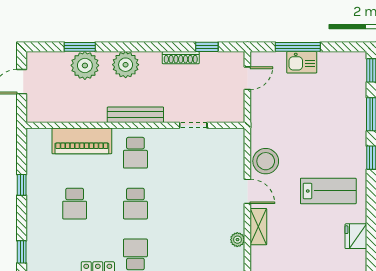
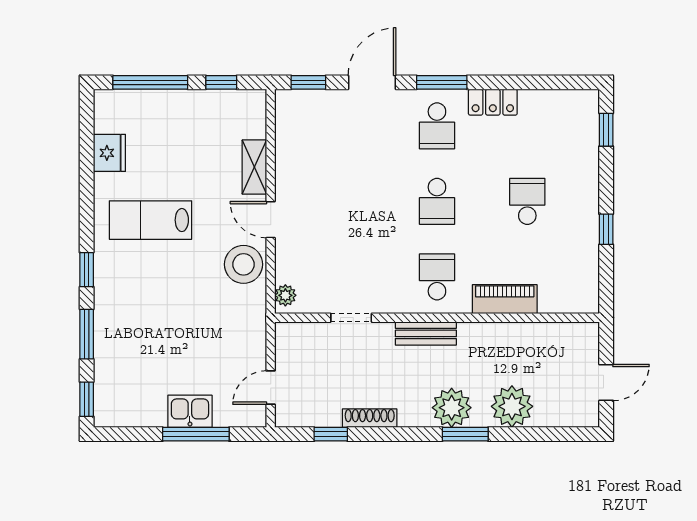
window: (80, 47) -> (465, 434), moved
bench: (135, 115) -> (426, 333), width x0.73
piano: (82, 141) -> (505, 299), width x0.73, depth x0.75
school desk: (135, 204) -> (437, 201), turned 180
plant: (237, 240) -> (285, 295), moved

